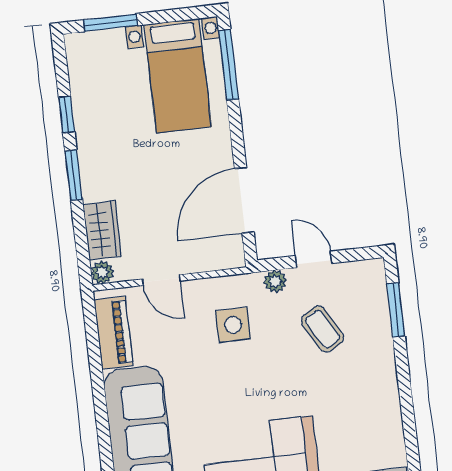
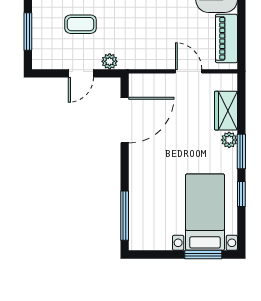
bed with nightstands: (178, 76) -> (205, 212), moved
door: (314, 259) -> (81, 73), hinge flipped
plant: (102, 272) -> (229, 140), moved
side table: (233, 325) -> (142, 34), removed
coffee table: (322, 329) -> (81, 24), turned -60

